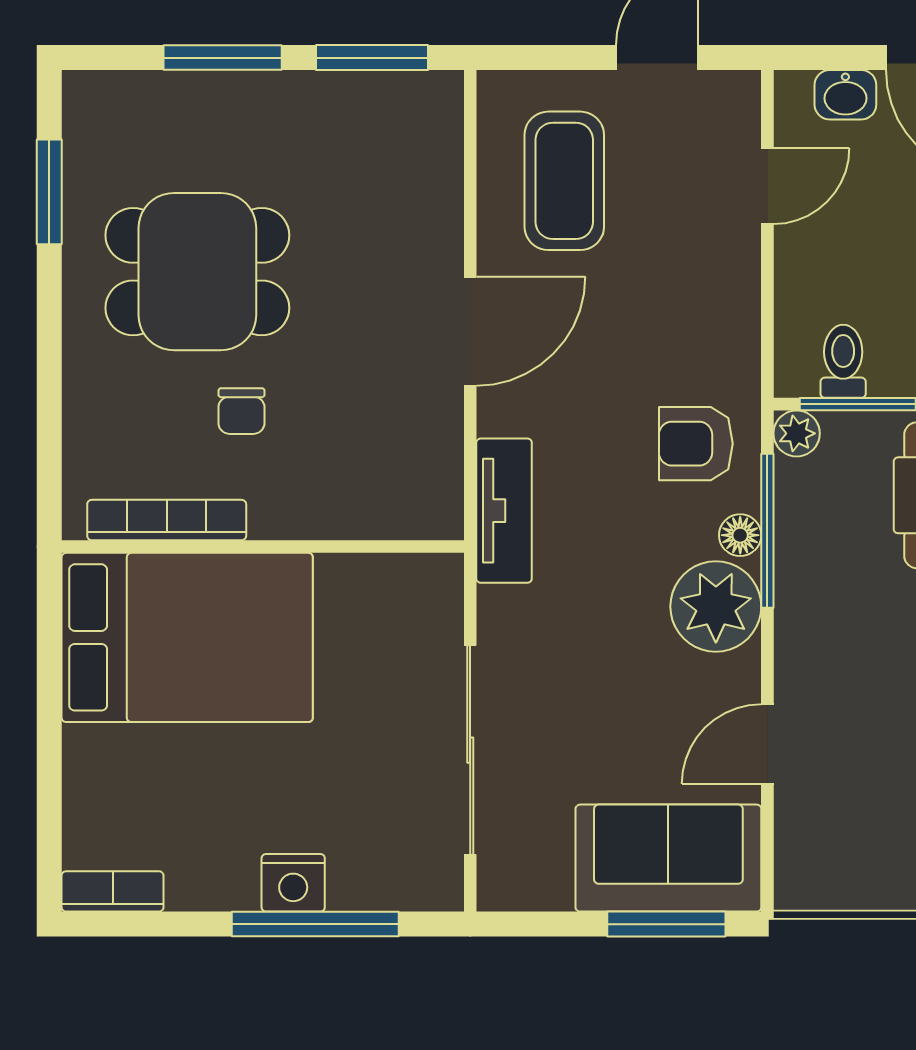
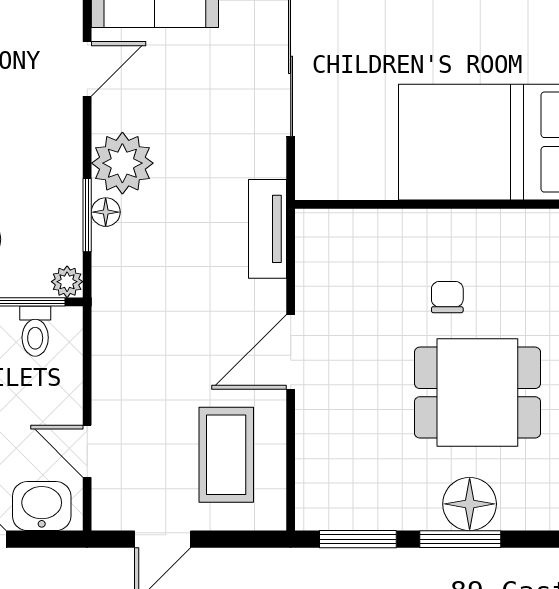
washbasin: (845, 95) -> (42, 506), width x1.38, depth x1.45
floor lamp: (209, 109) -> (470, 504), added
door: (767, 186) -> (87, 451), hinge flipped
armchair: (696, 444) -> (136, 275), removed
bookcase: (167, 520) -> (499, 222), removed
window: (767, 531) -> (87, 215), width x0.69

